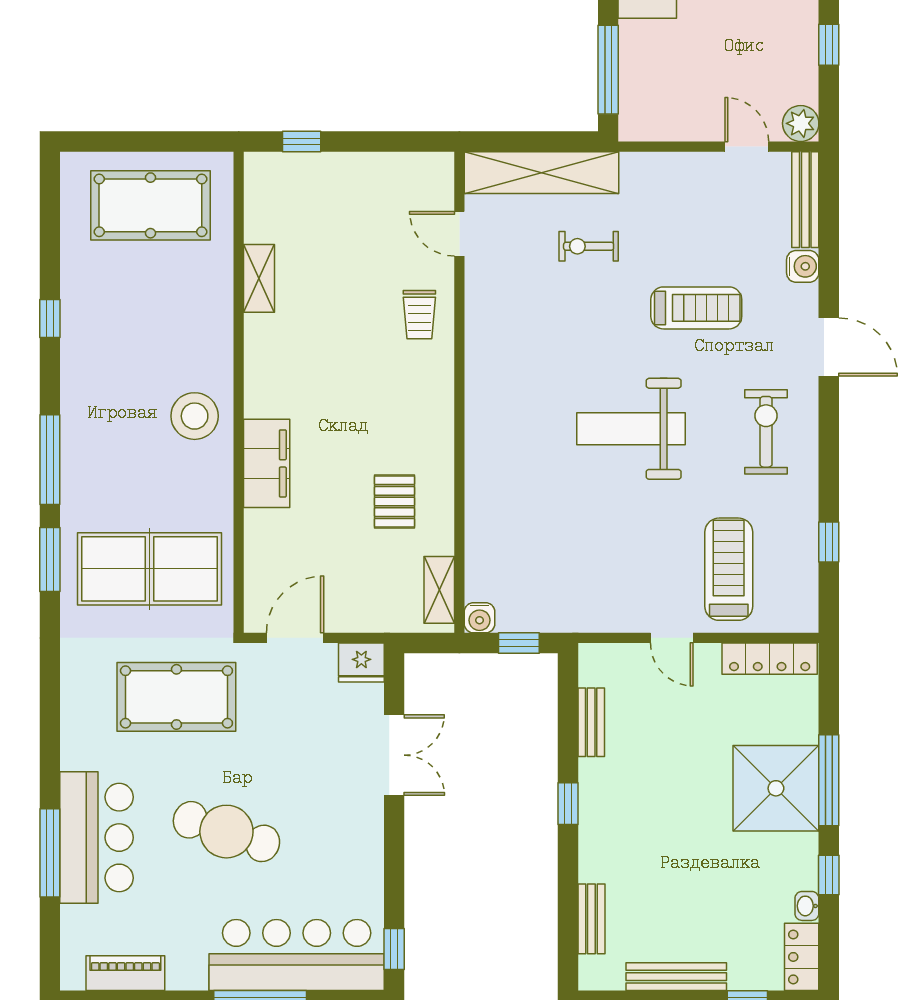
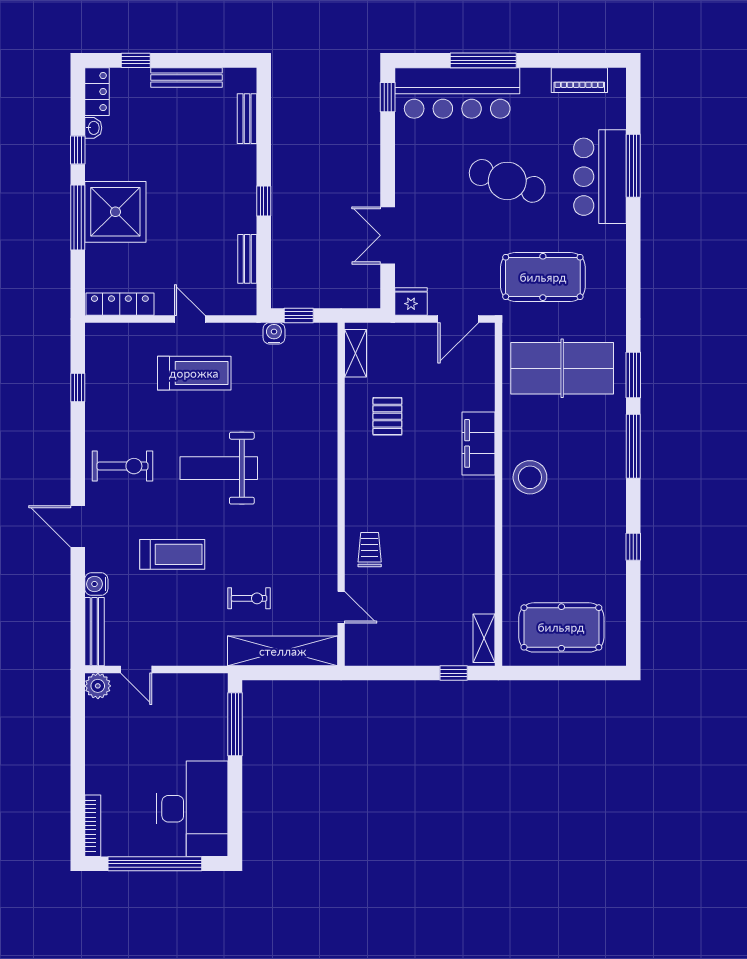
window: (829, 45) -> (78, 742), removed
shelving: (259, 278) -> (484, 638), moved
treadmill: (696, 308) -> (172, 554), turned 180
weight bench: (631, 429) -> (219, 468), turned 180
exercise bike: (766, 432) -> (122, 466), turned -90
treadmill: (729, 569) -> (194, 373), moved, turned -90
water cooler: (480, 618) -> (274, 333), moved

